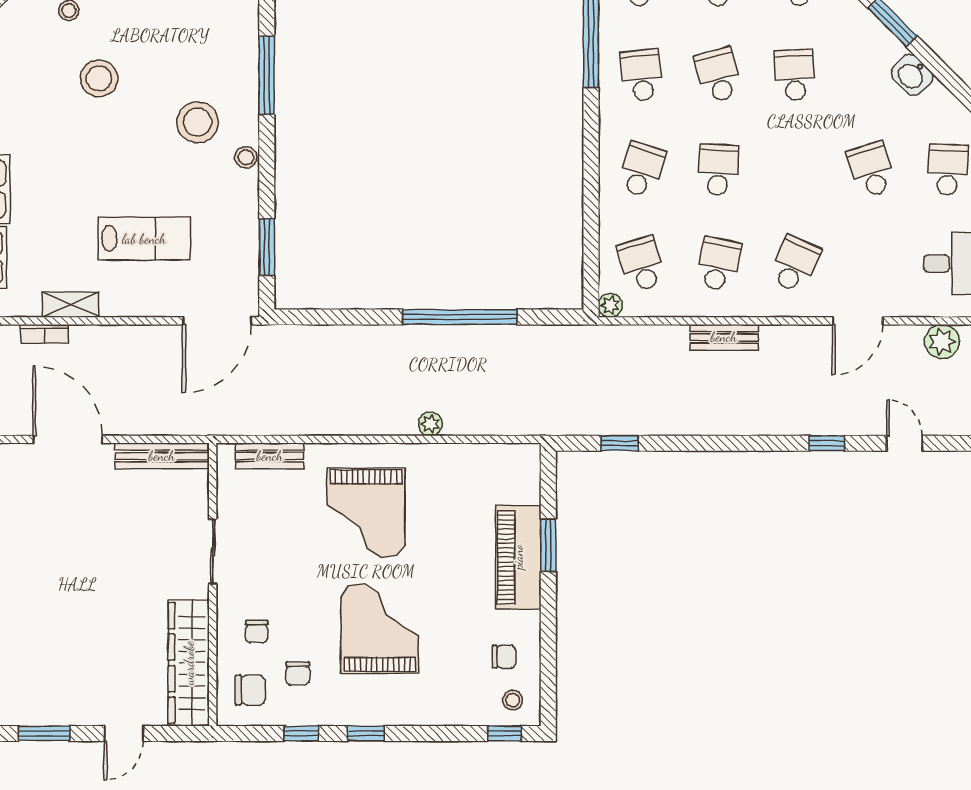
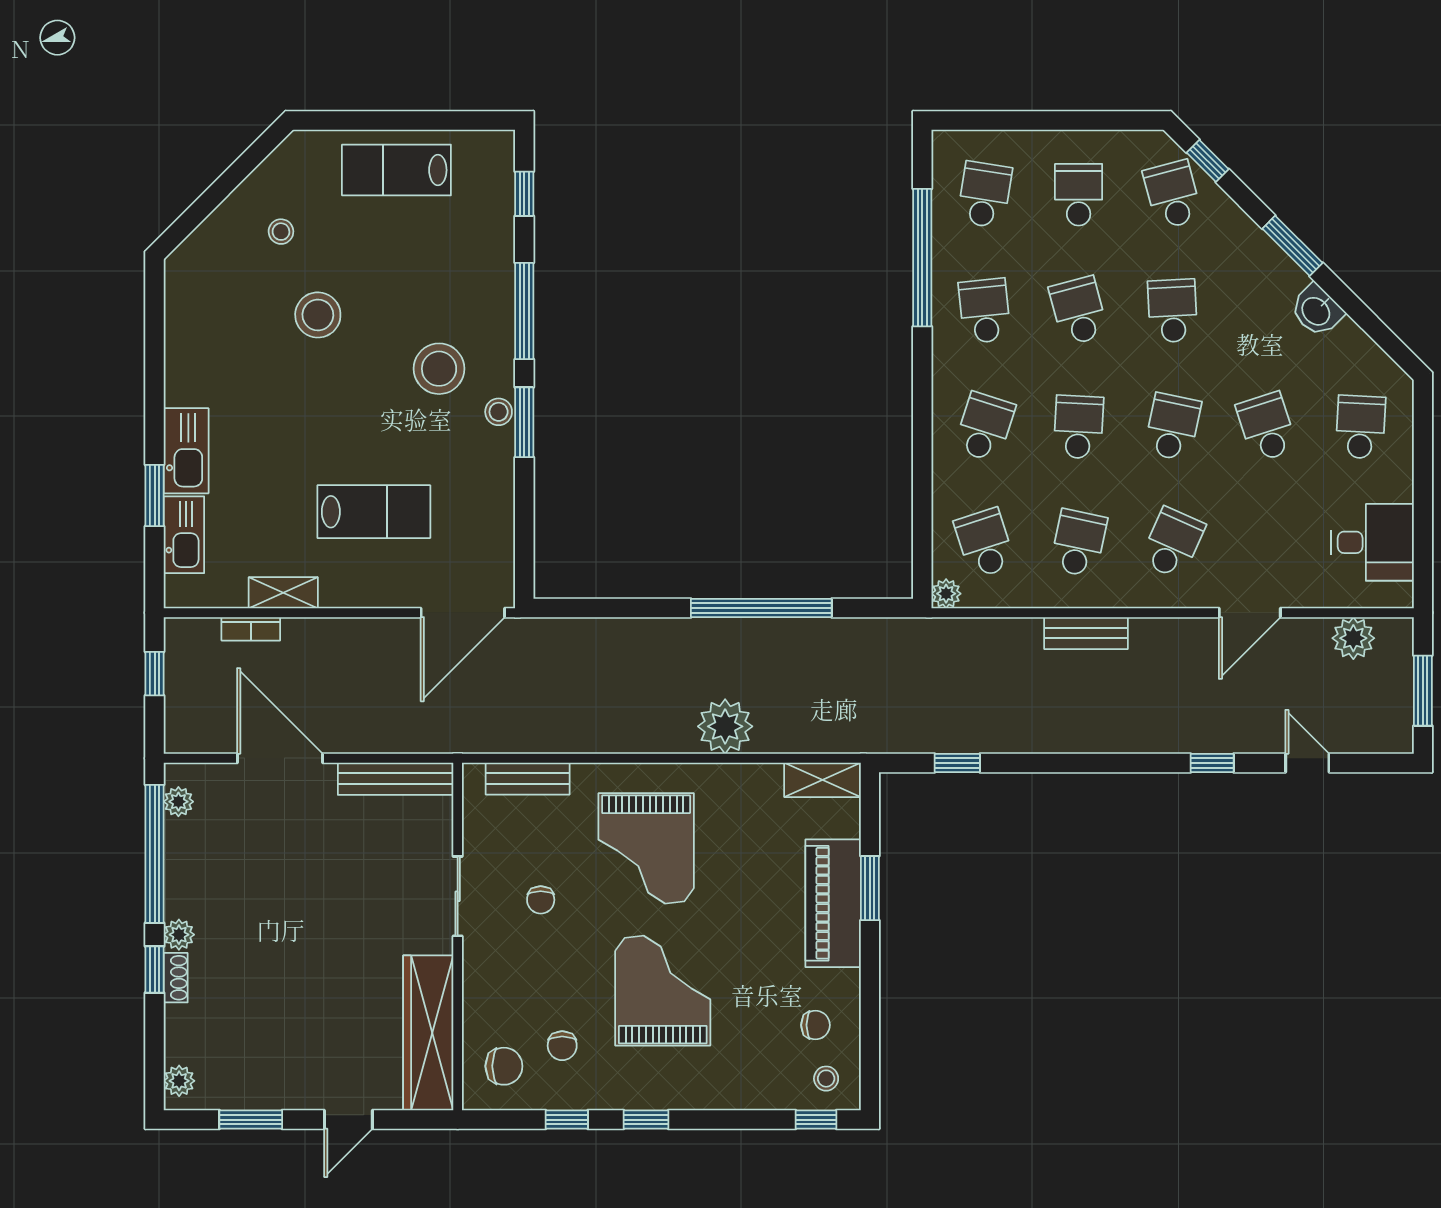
school desk: (795, 170) -> (1173, 427), added
window: (267, 247) -> (524, 422), moved
plant: (430, 424) -> (725, 726), width x1.88, depth x1.88
shelving: (510, 457) -> (822, 780), added
chair: (257, 631) -> (541, 900), moved

